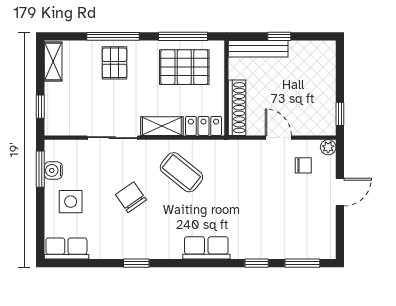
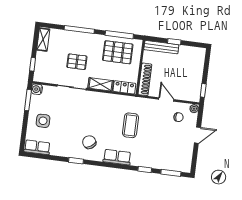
pallet: (114, 63) -> (77, 62), moved, turned 90
water cooler: (53, 170) -> (37, 89), moved
coffee table: (181, 172) -> (130, 125), moved, turned 51
chair: (131, 197) -> (89, 142), moved

